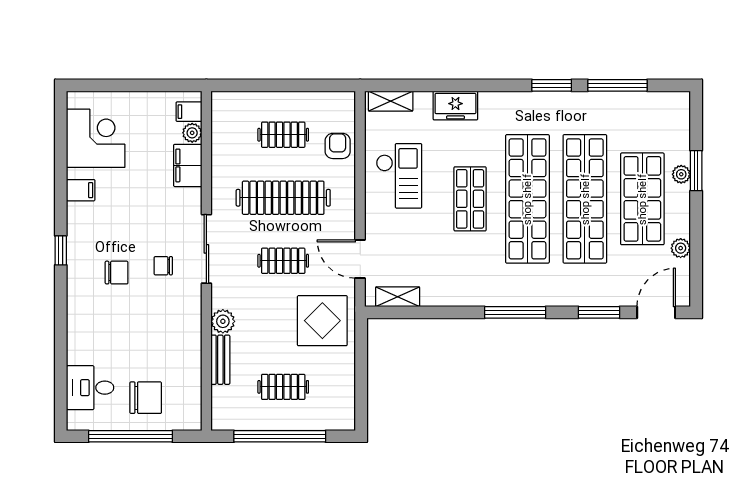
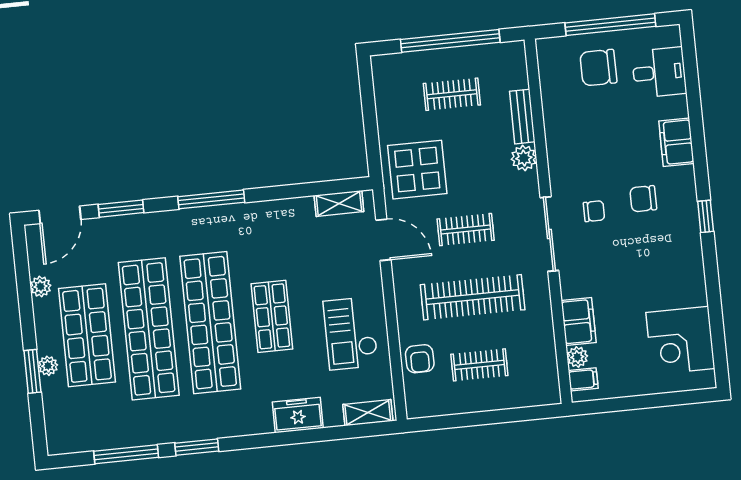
filing cabinet: (81, 190) -> (676, 142), moved, width x2.00

